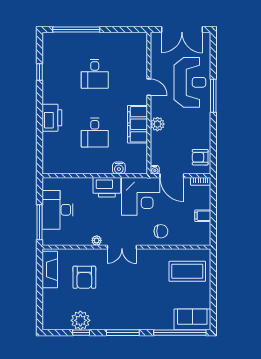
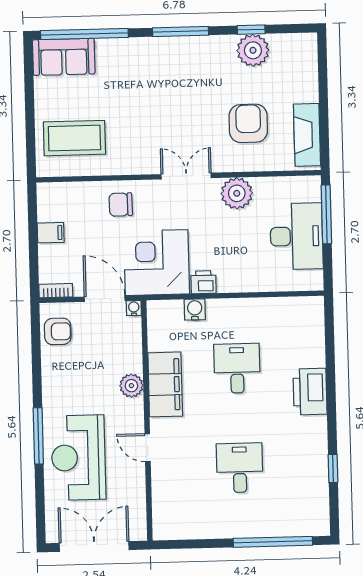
printer: (107, 187) -> (203, 282), width x0.53, depth x0.68
plant: (97, 240) -> (237, 193), width x1.88, depth x1.88

